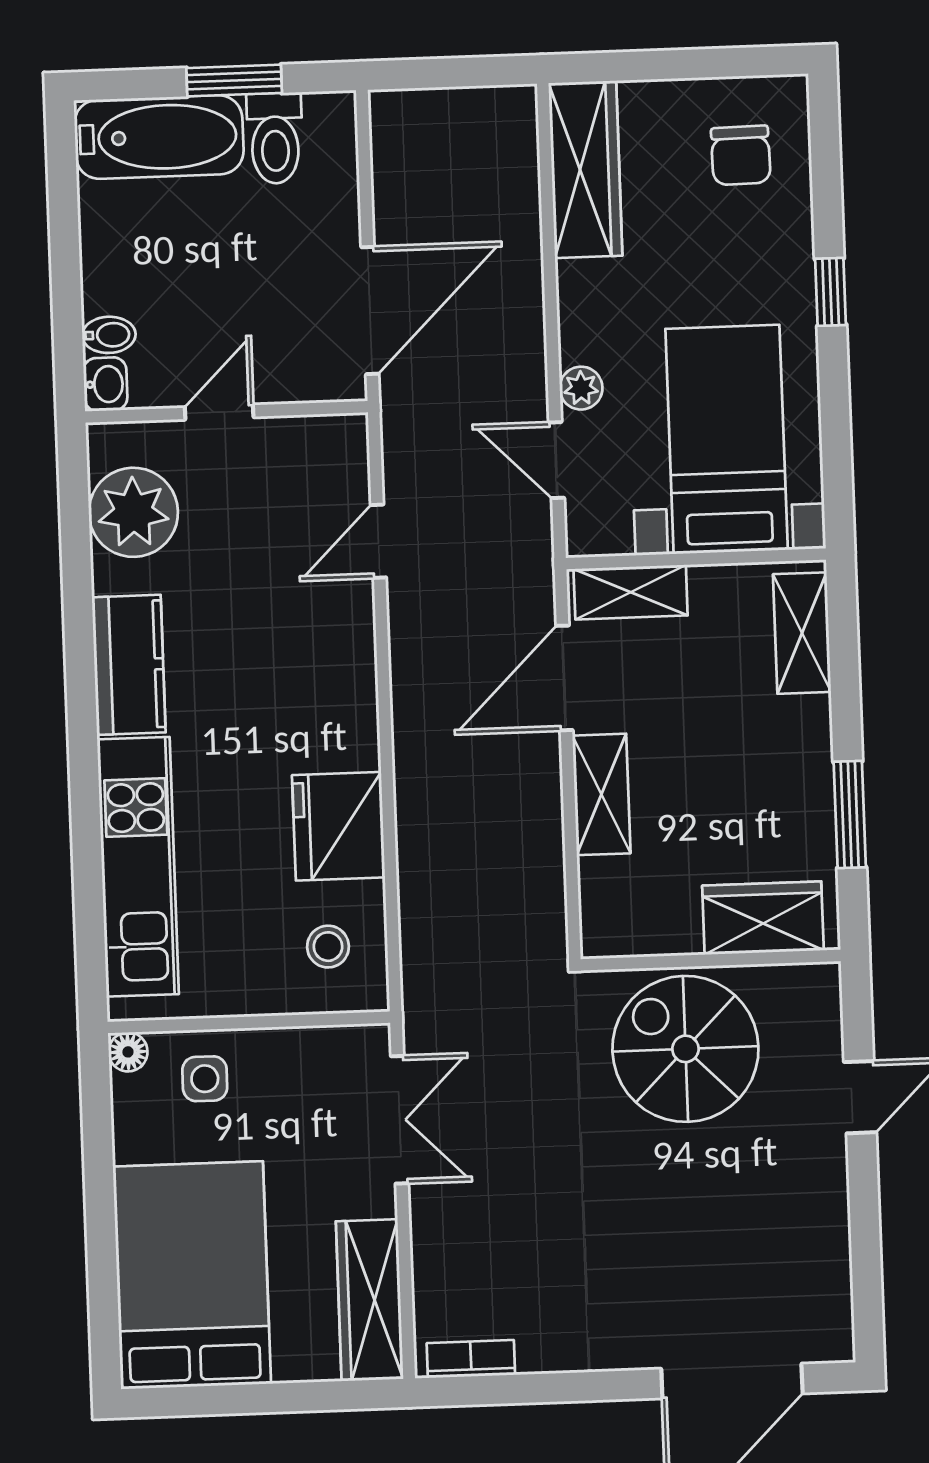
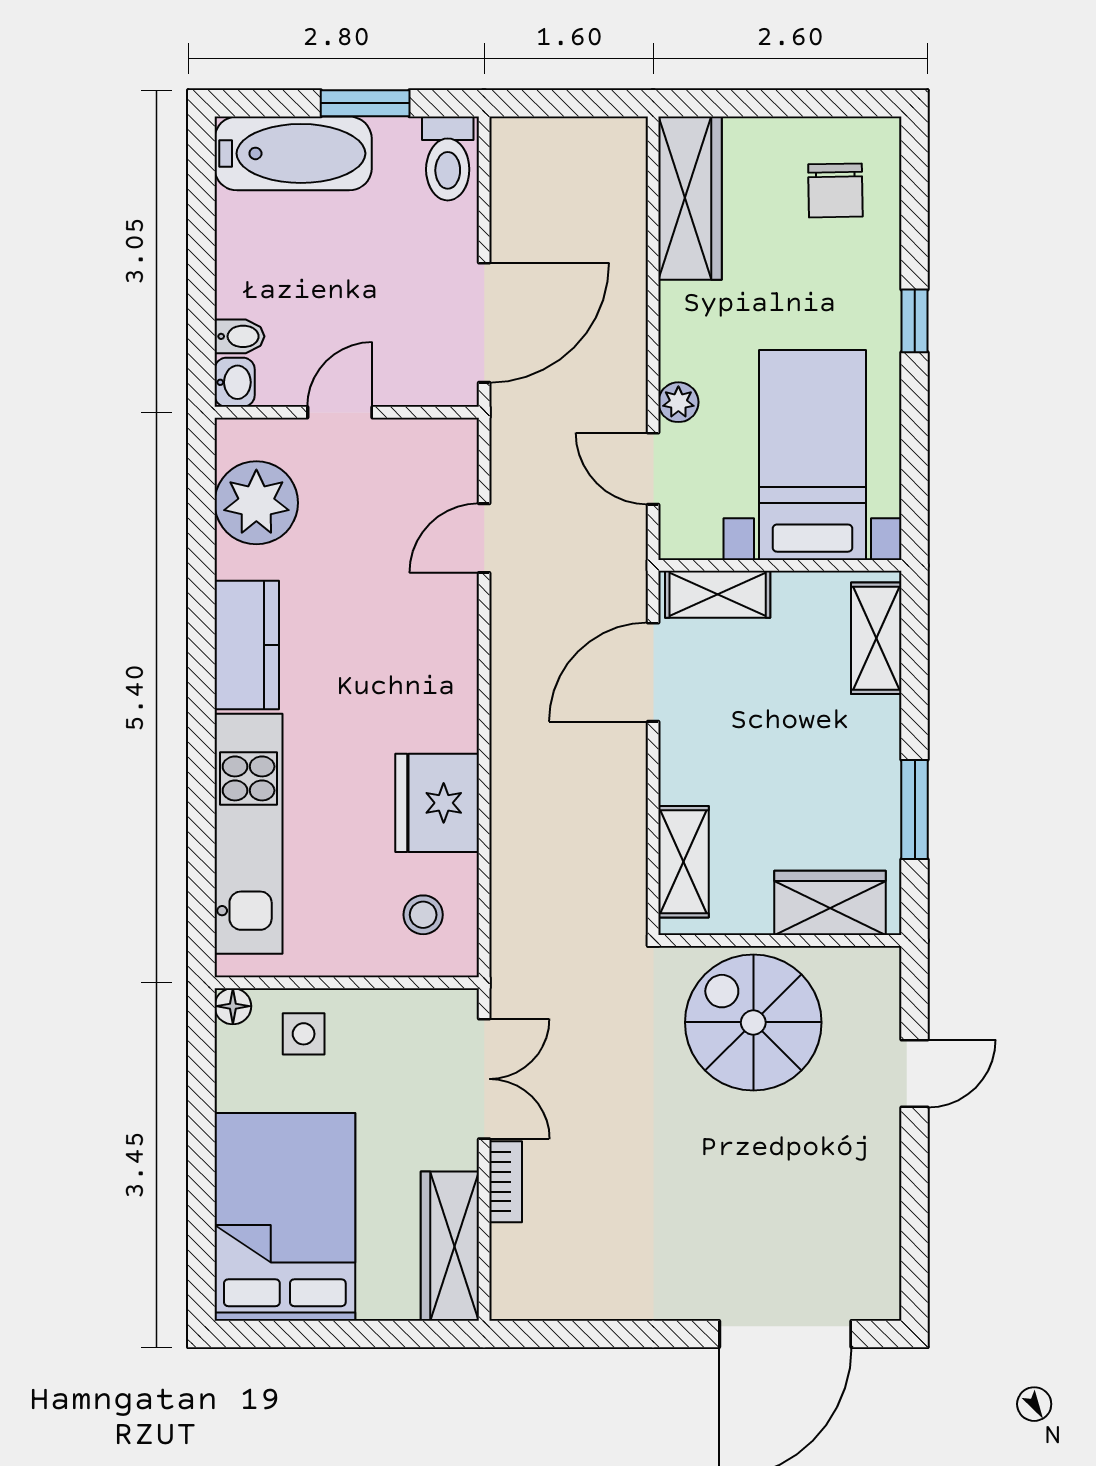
toilet: (275, 138) -> (448, 159), moved
shelving: (601, 794) -> (684, 862), moved
bookcase: (471, 1359) -> (506, 1182), moved, turned 90

